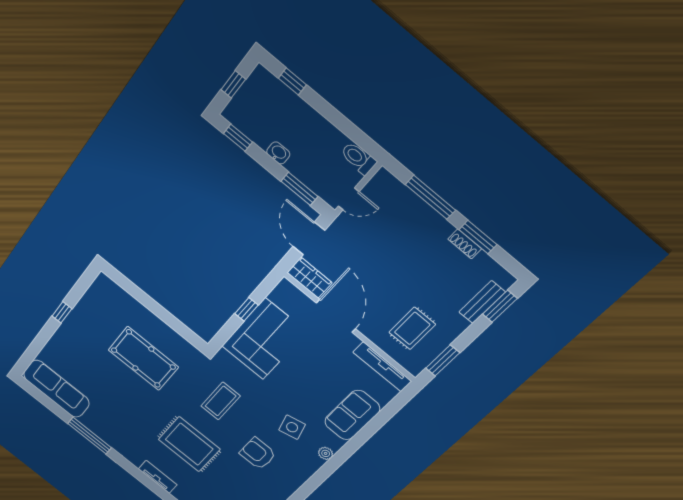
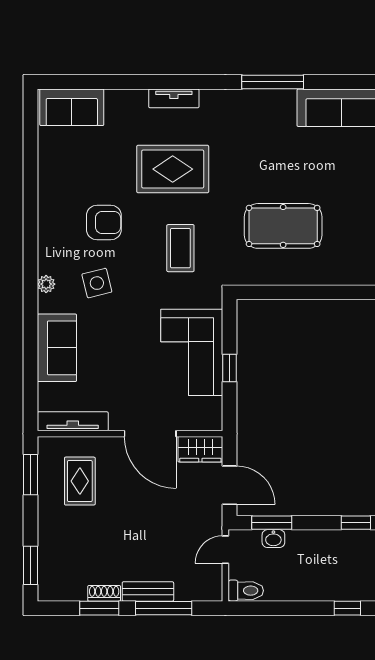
washbasin: (278, 153) -> (273, 539), moved
bench: (482, 302) -> (148, 591), moved, turned 90

